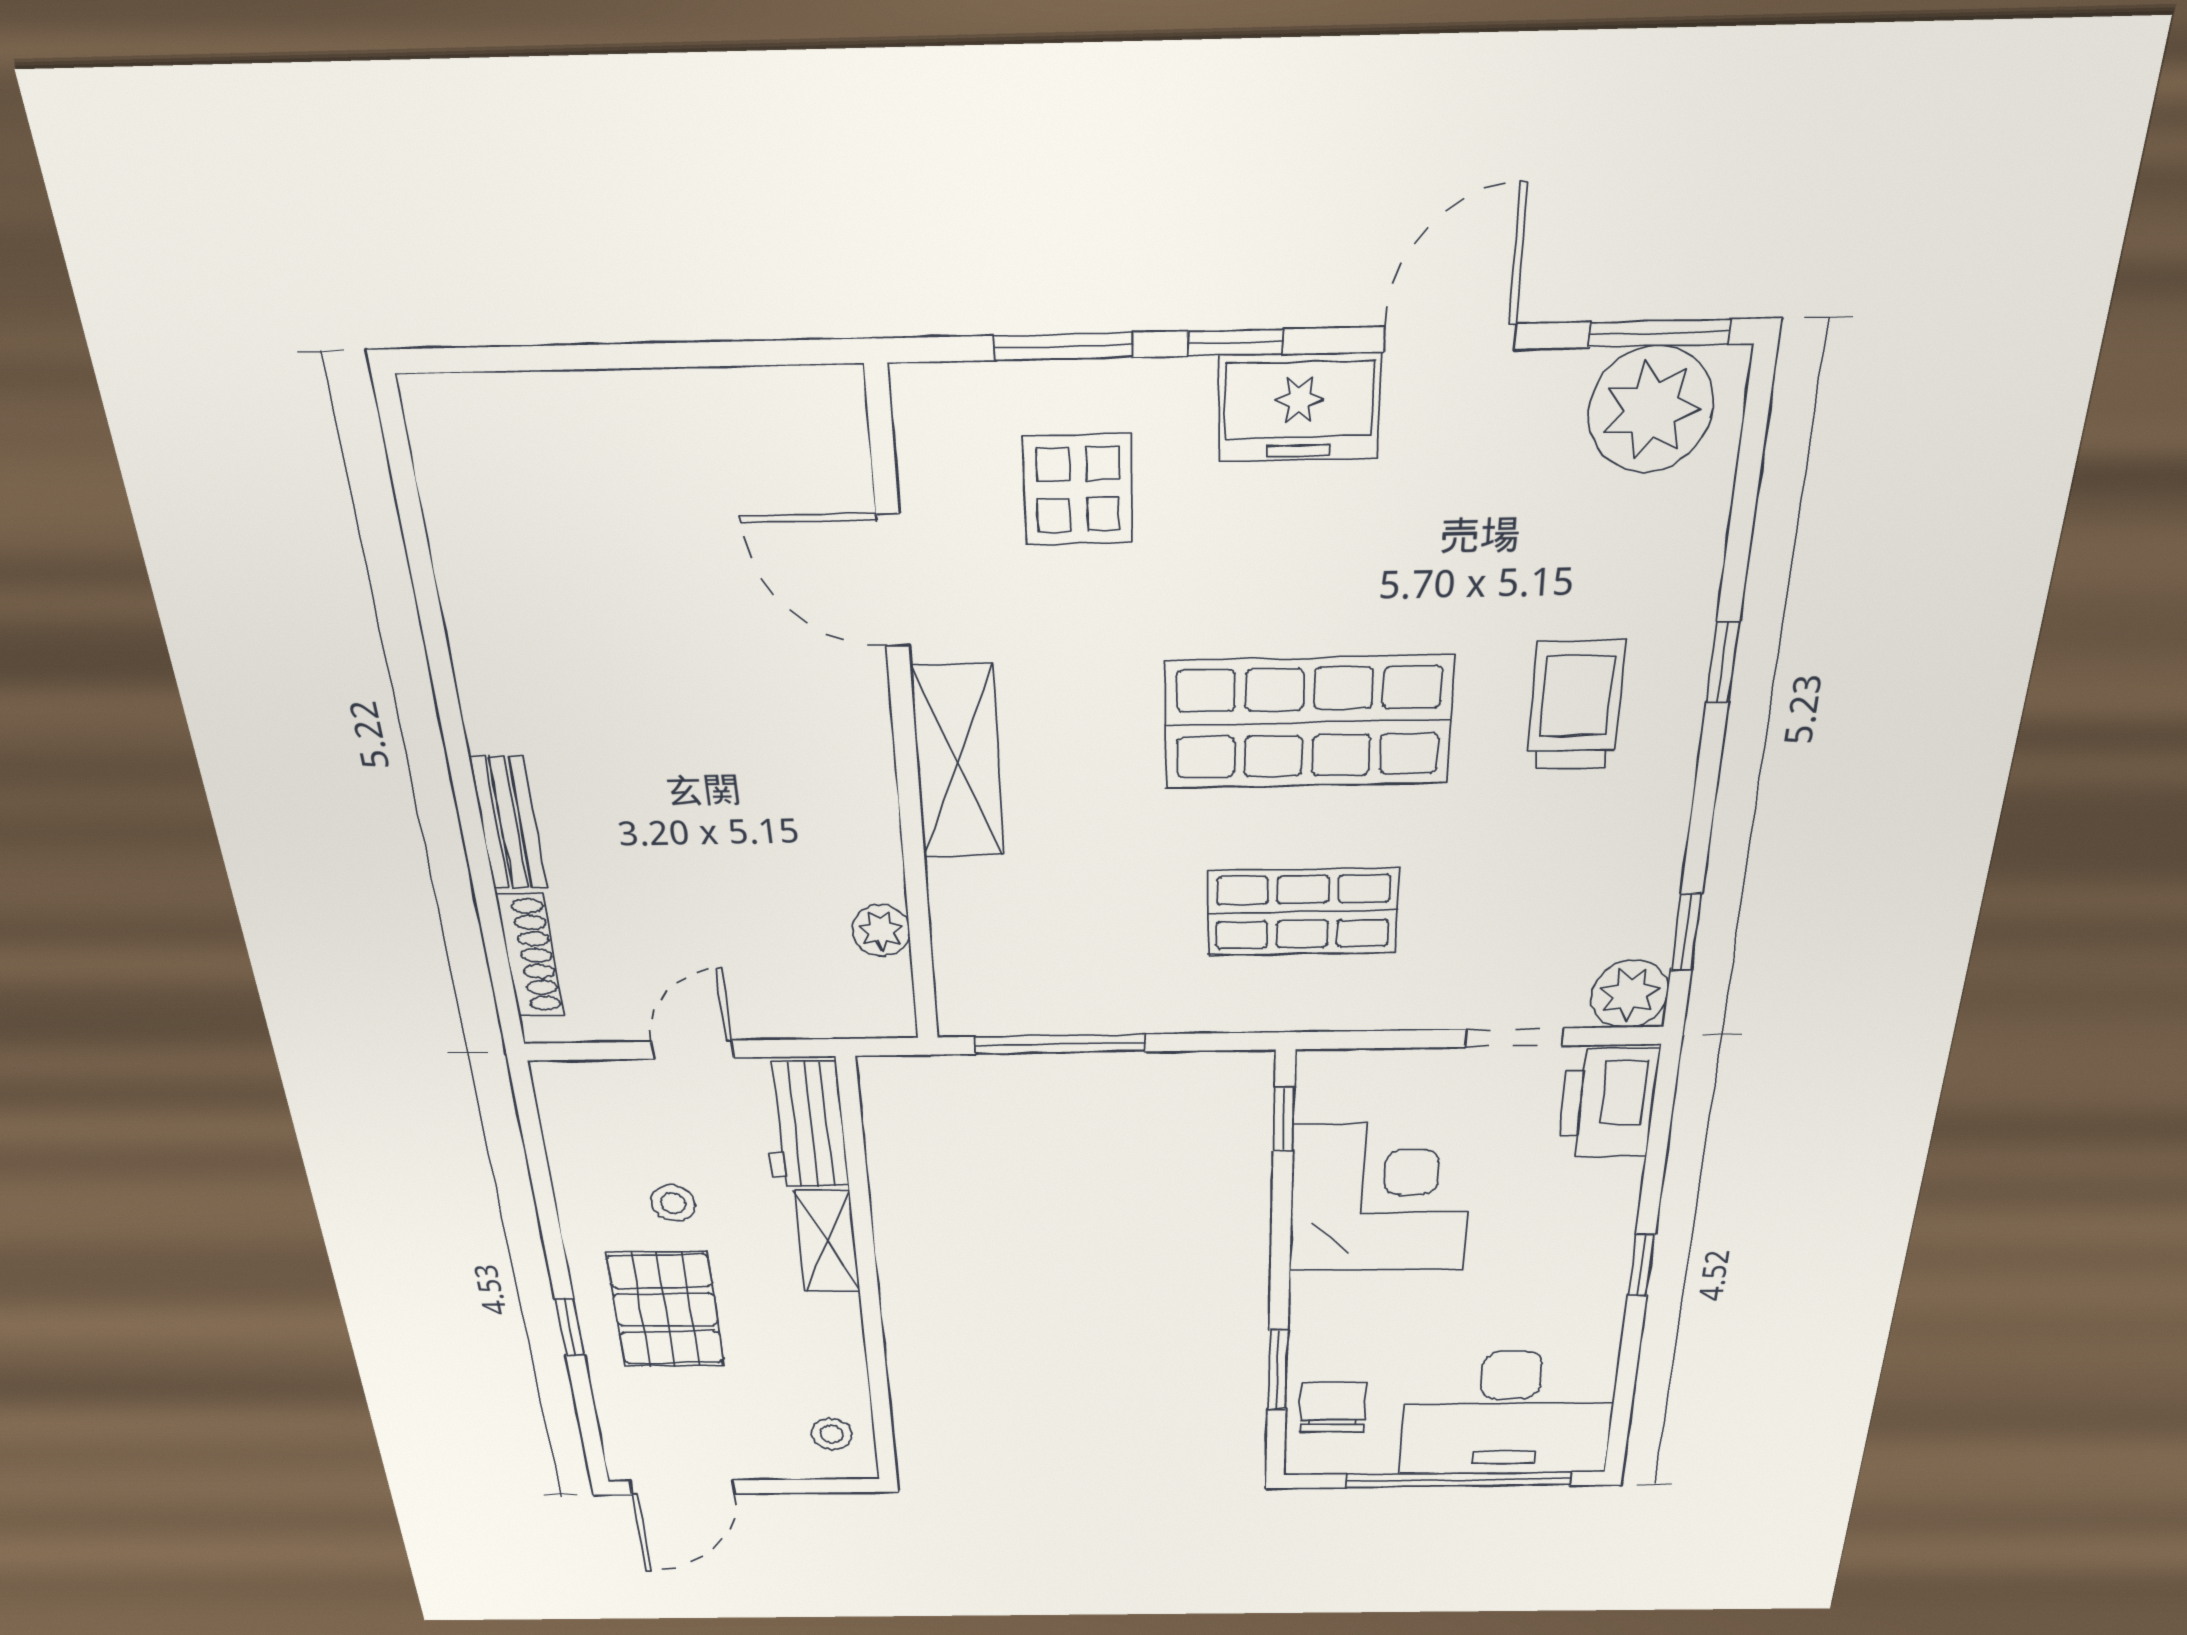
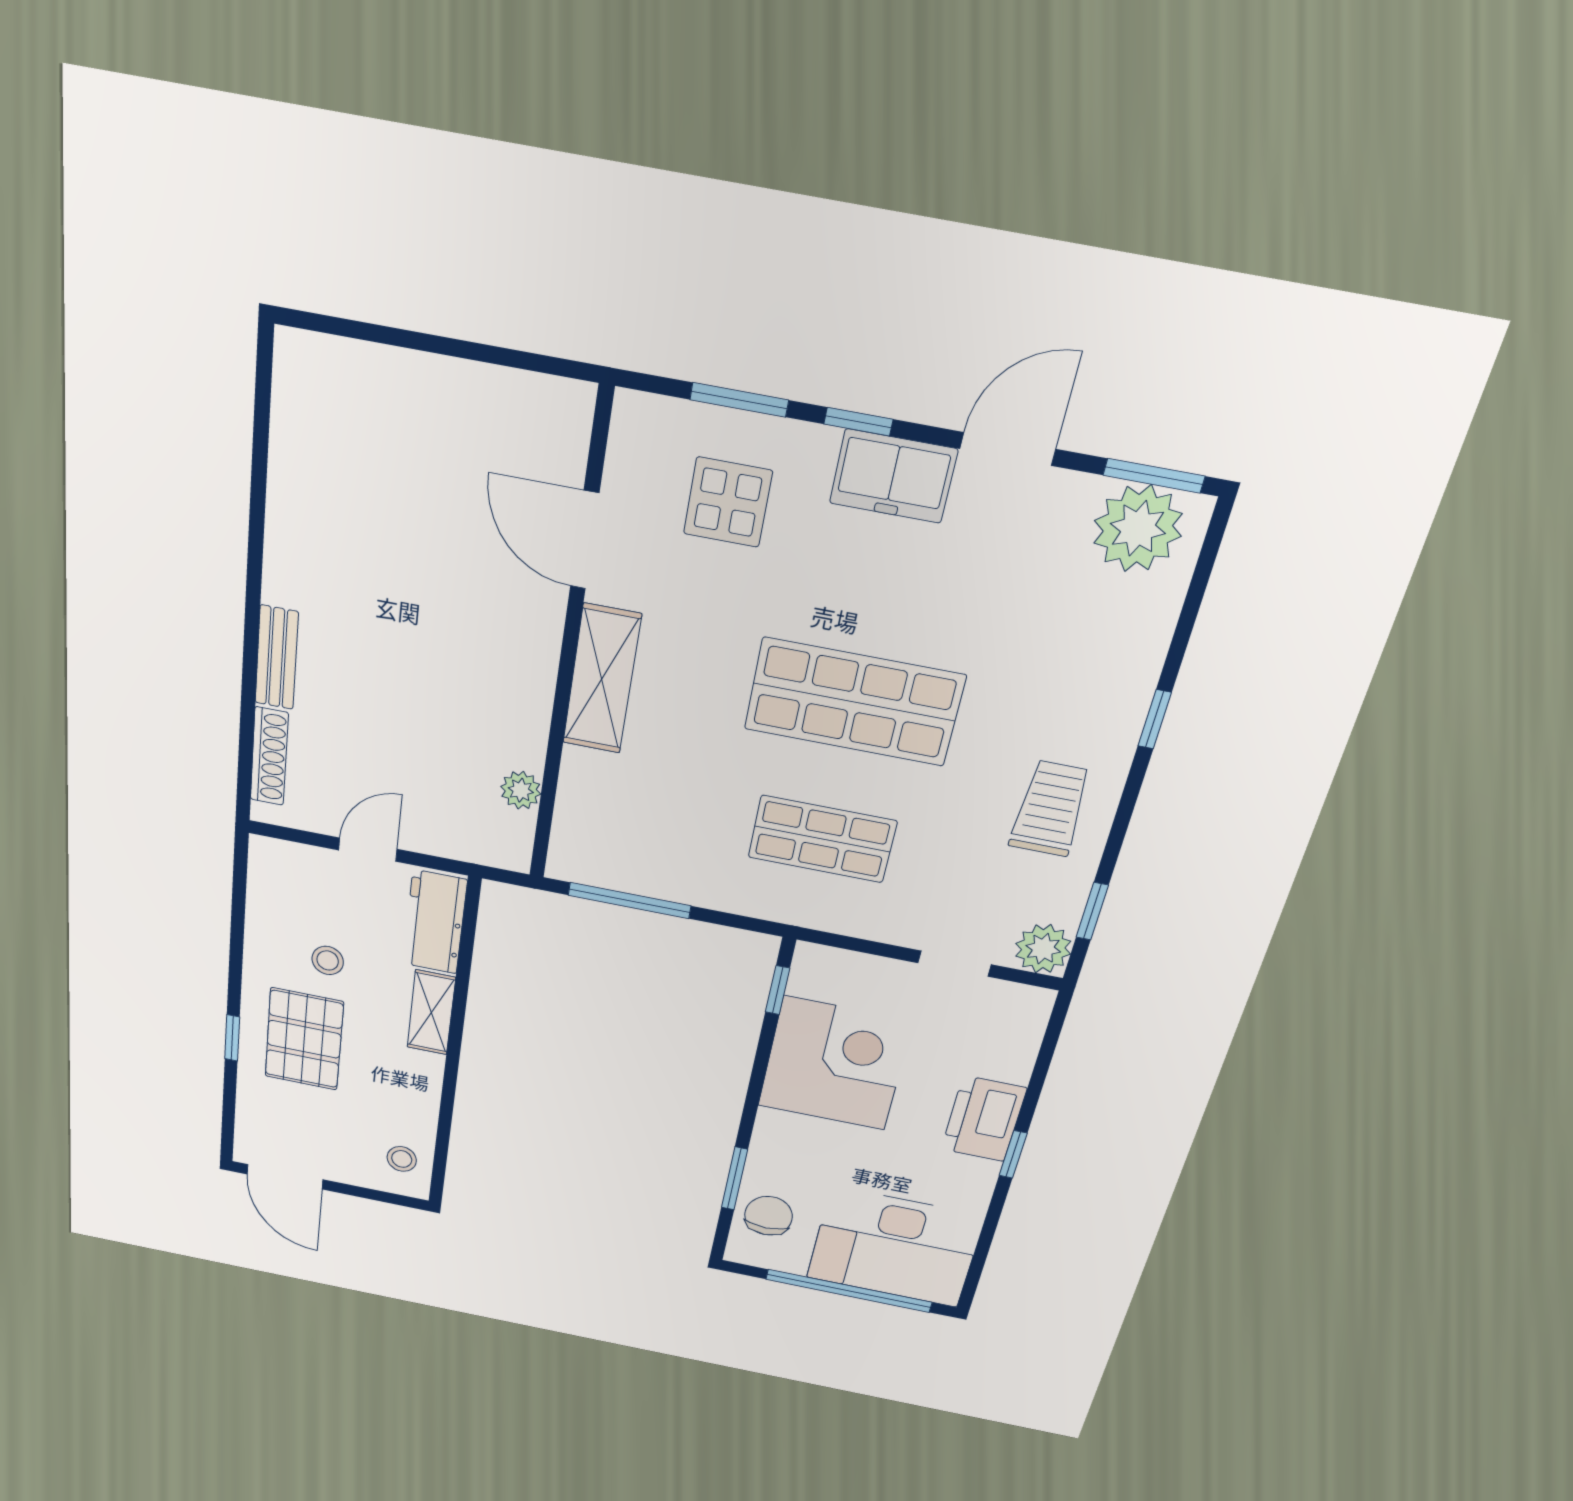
trolley: (1576, 705) -> (1050, 809), moved
printer: (1608, 1103) -> (984, 1119), moved
door: (683, 1487) -> (285, 1177), hinge flipped

